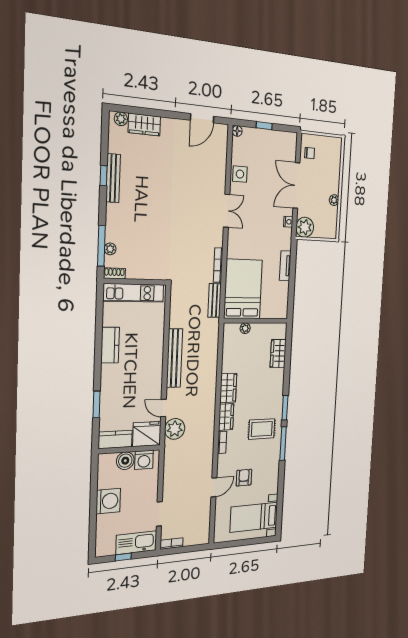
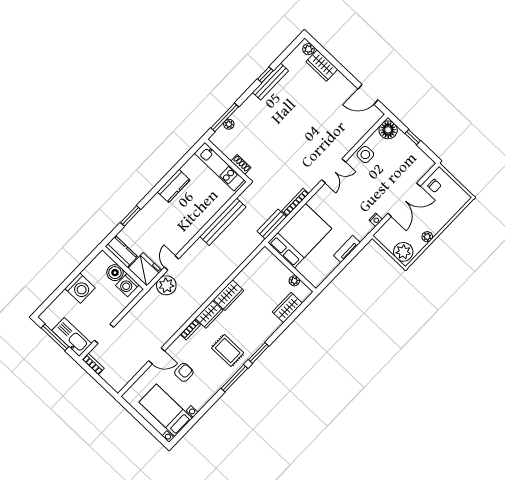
floor lamp: (237, 131) -> (388, 130), width x1.89, depth x1.89
double door: (296, 185) -> (404, 200), swing flipped
plant: (305, 227) -> (403, 252), moved
shoe rack: (114, 273) -> (241, 164), moved
plant: (245, 328) -> (294, 281), moved
bench: (174, 358) -> (223, 222), moved
window: (123, 557) -> (55, 337), width x2.17

